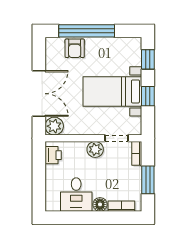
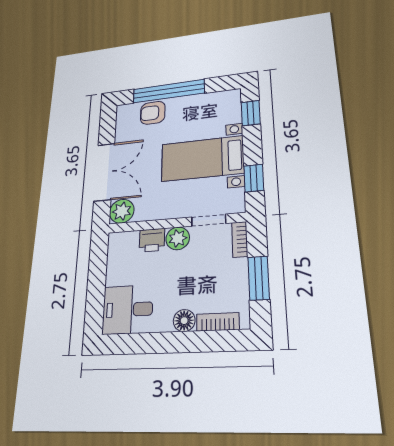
armchair: (75, 48) -> (153, 113), turned 90
window: (148, 96) -> (254, 178), moved
printer: (53, 155) -> (152, 240), moved, turned 90
desk: (76, 195) -> (128, 309), moved, turned 90

